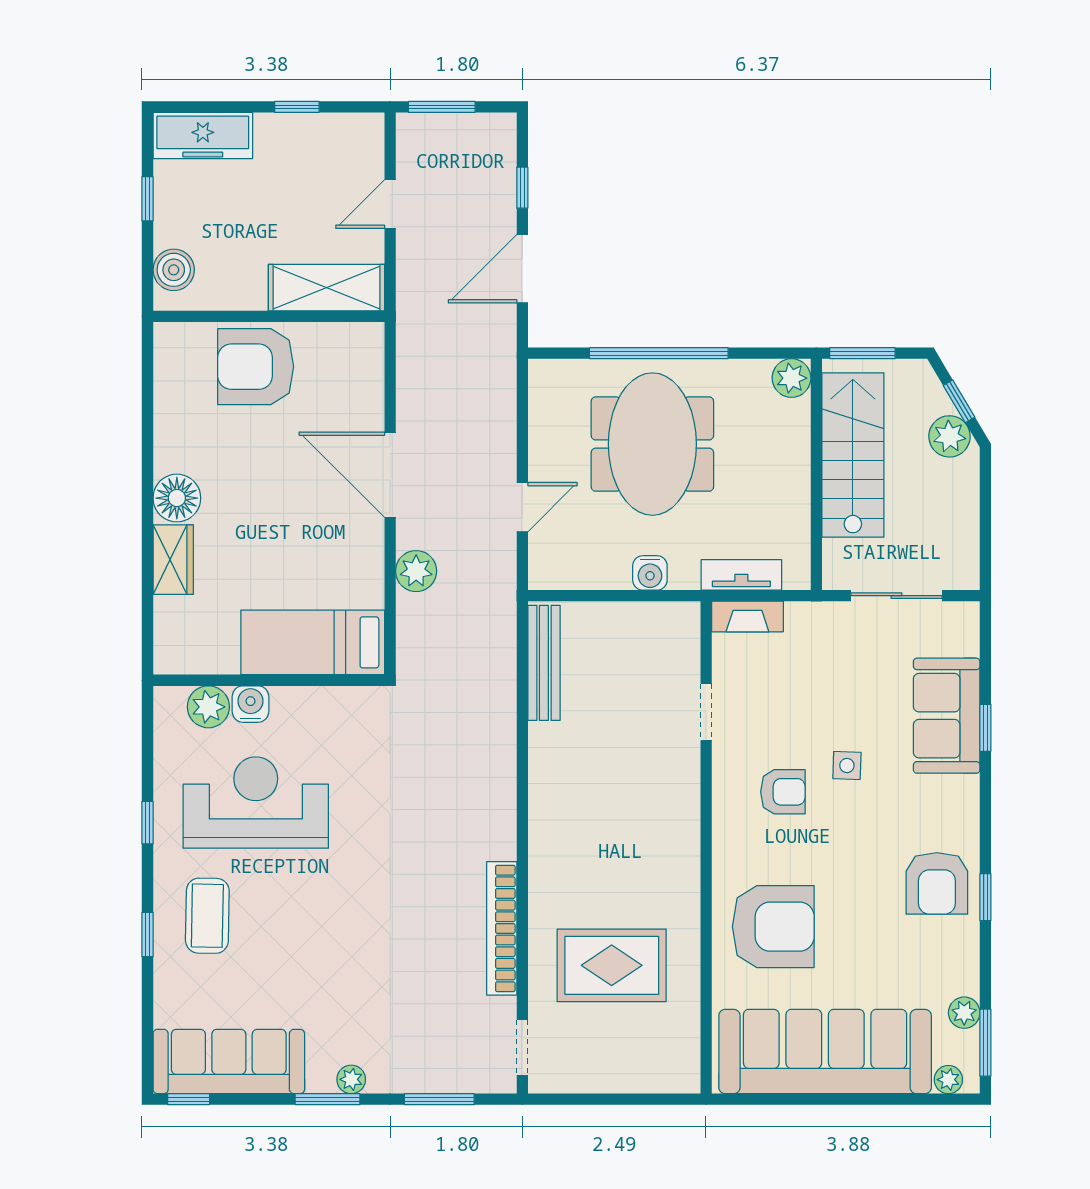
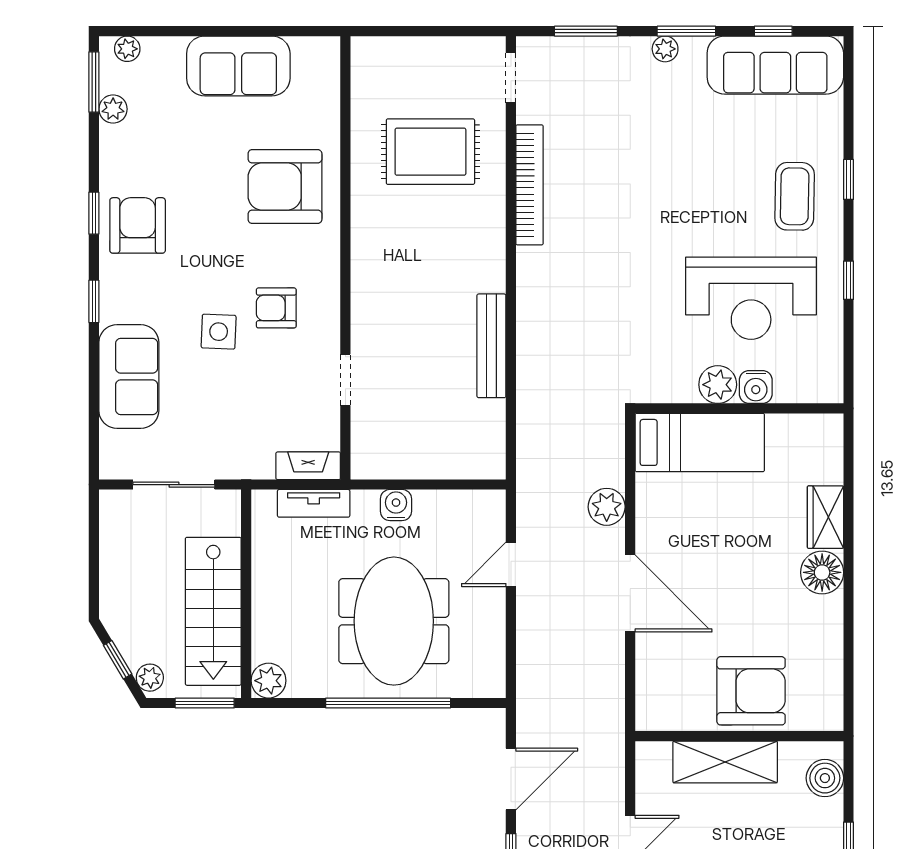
shelving: (327, 288) -> (725, 762), moved
plant: (949, 436) -> (150, 678), moved, width x0.73, depth x0.73
bench: (544, 663) -> (491, 346), moved
plant: (208, 707) -> (718, 385), moved
window: (985, 728) -> (94, 301), moved
side table: (847, 766) -> (219, 332), width x1.37, depth x1.37
sofa: (825, 1052) -> (238, 66), width x0.54, depth x0.79
window: (189, 1099) -> (773, 31), moved

